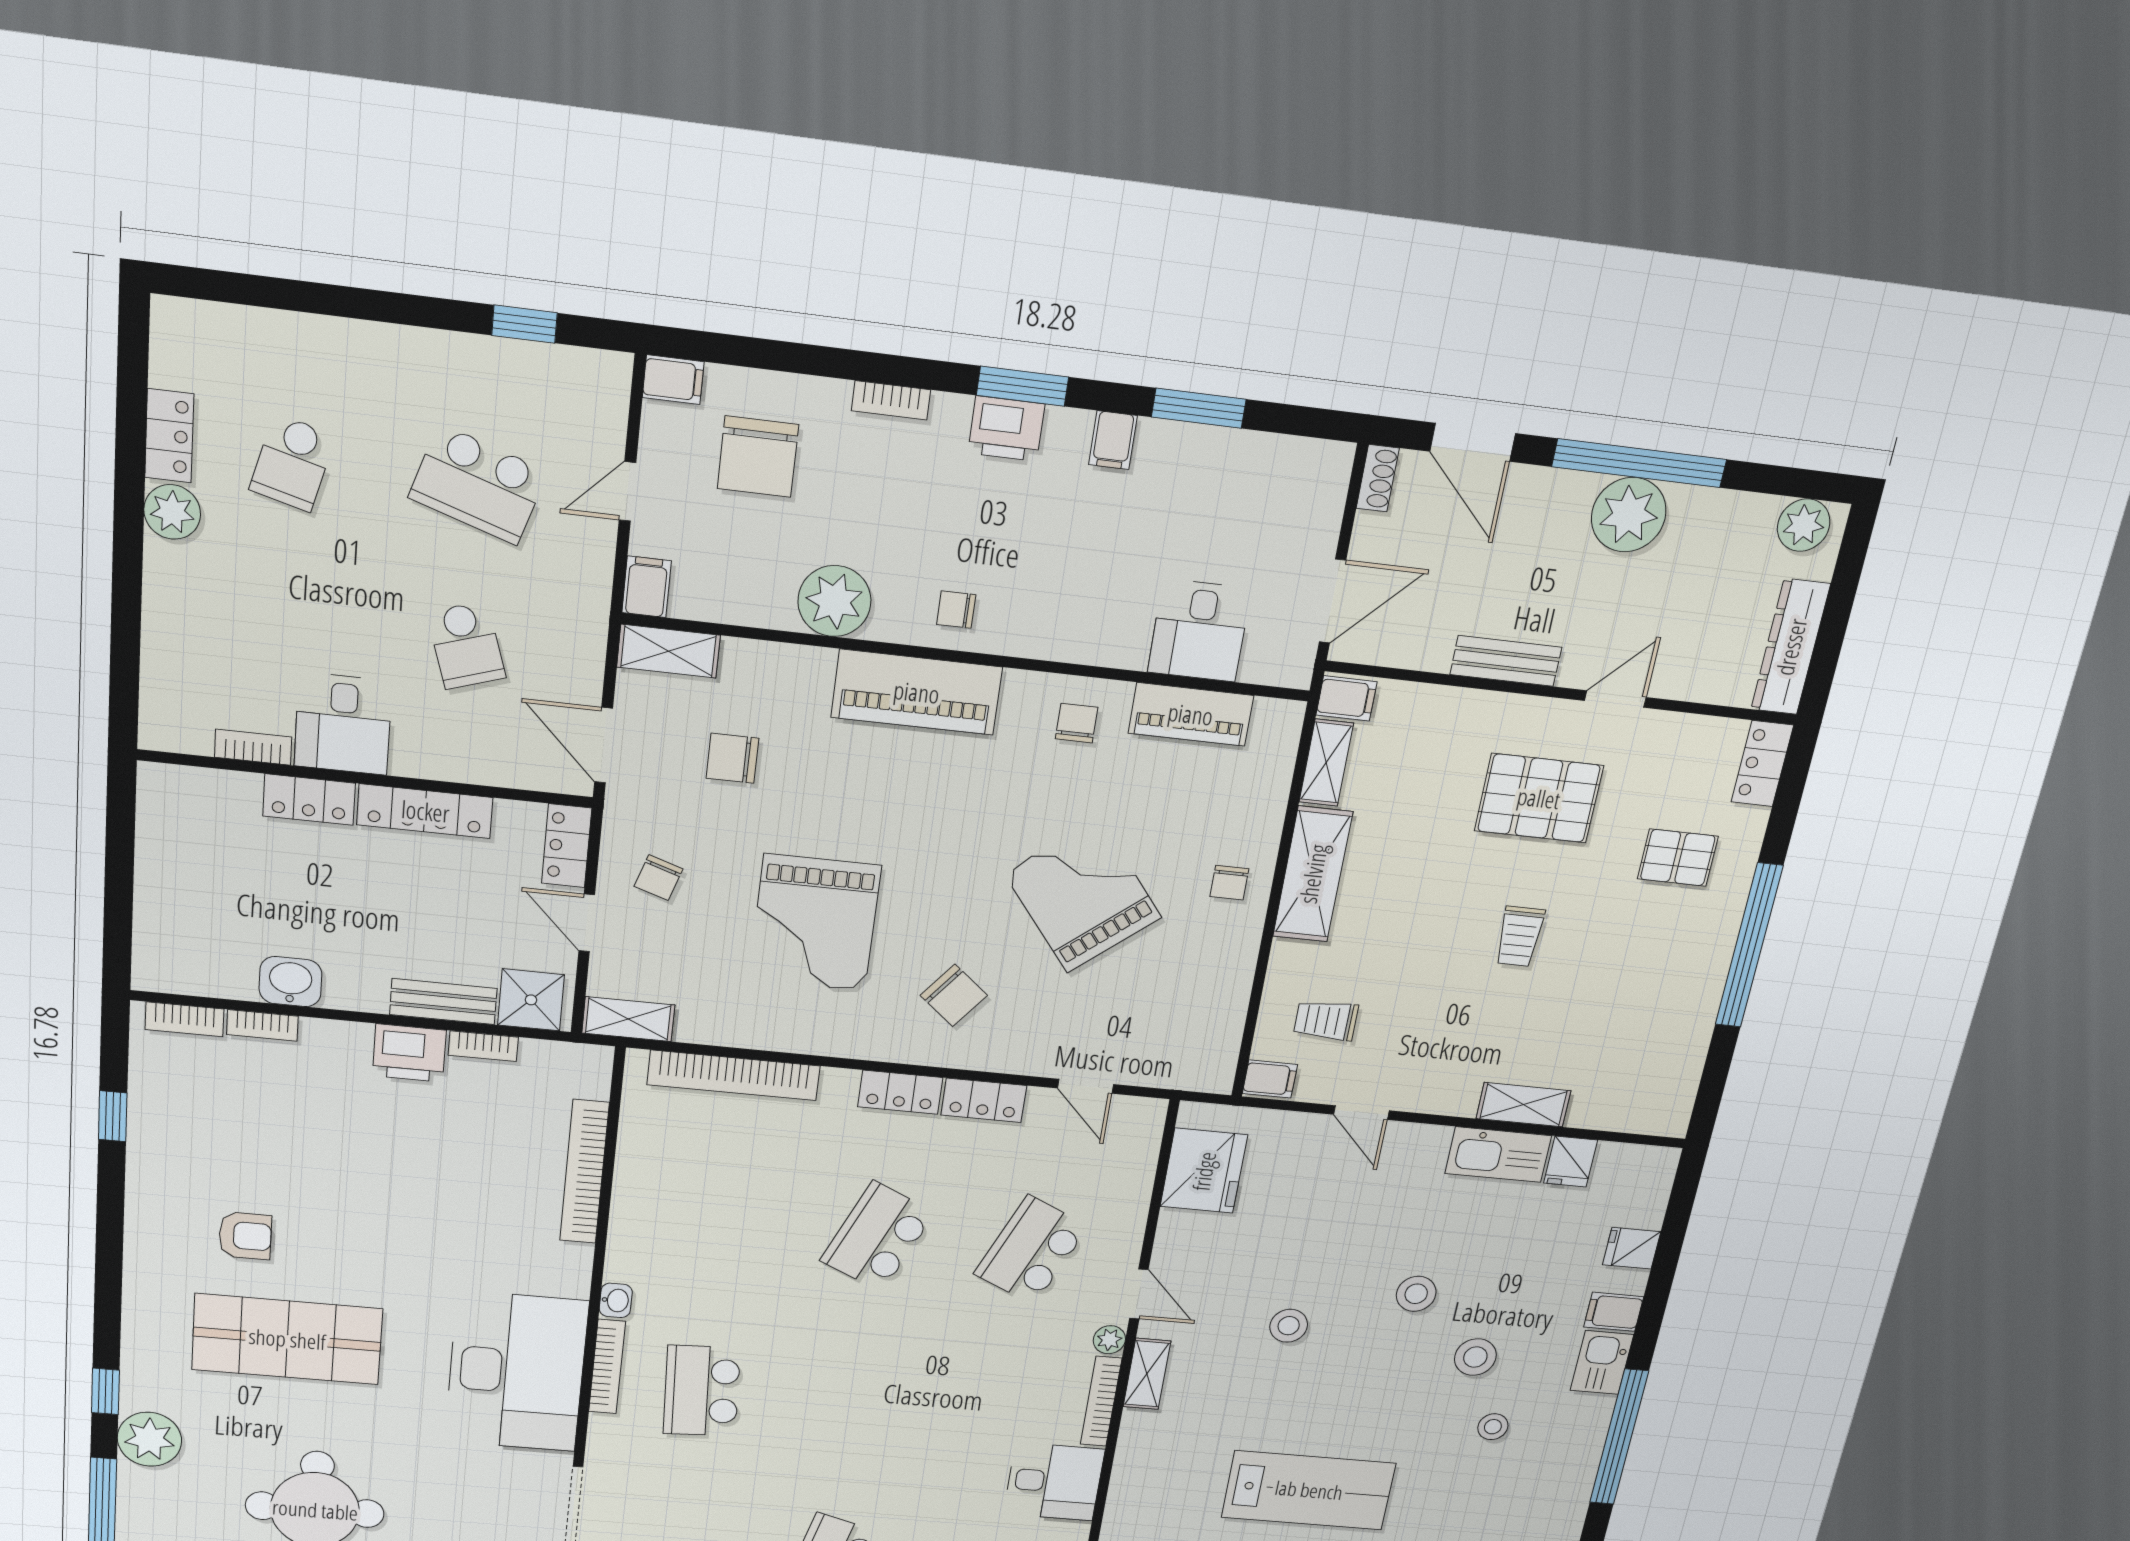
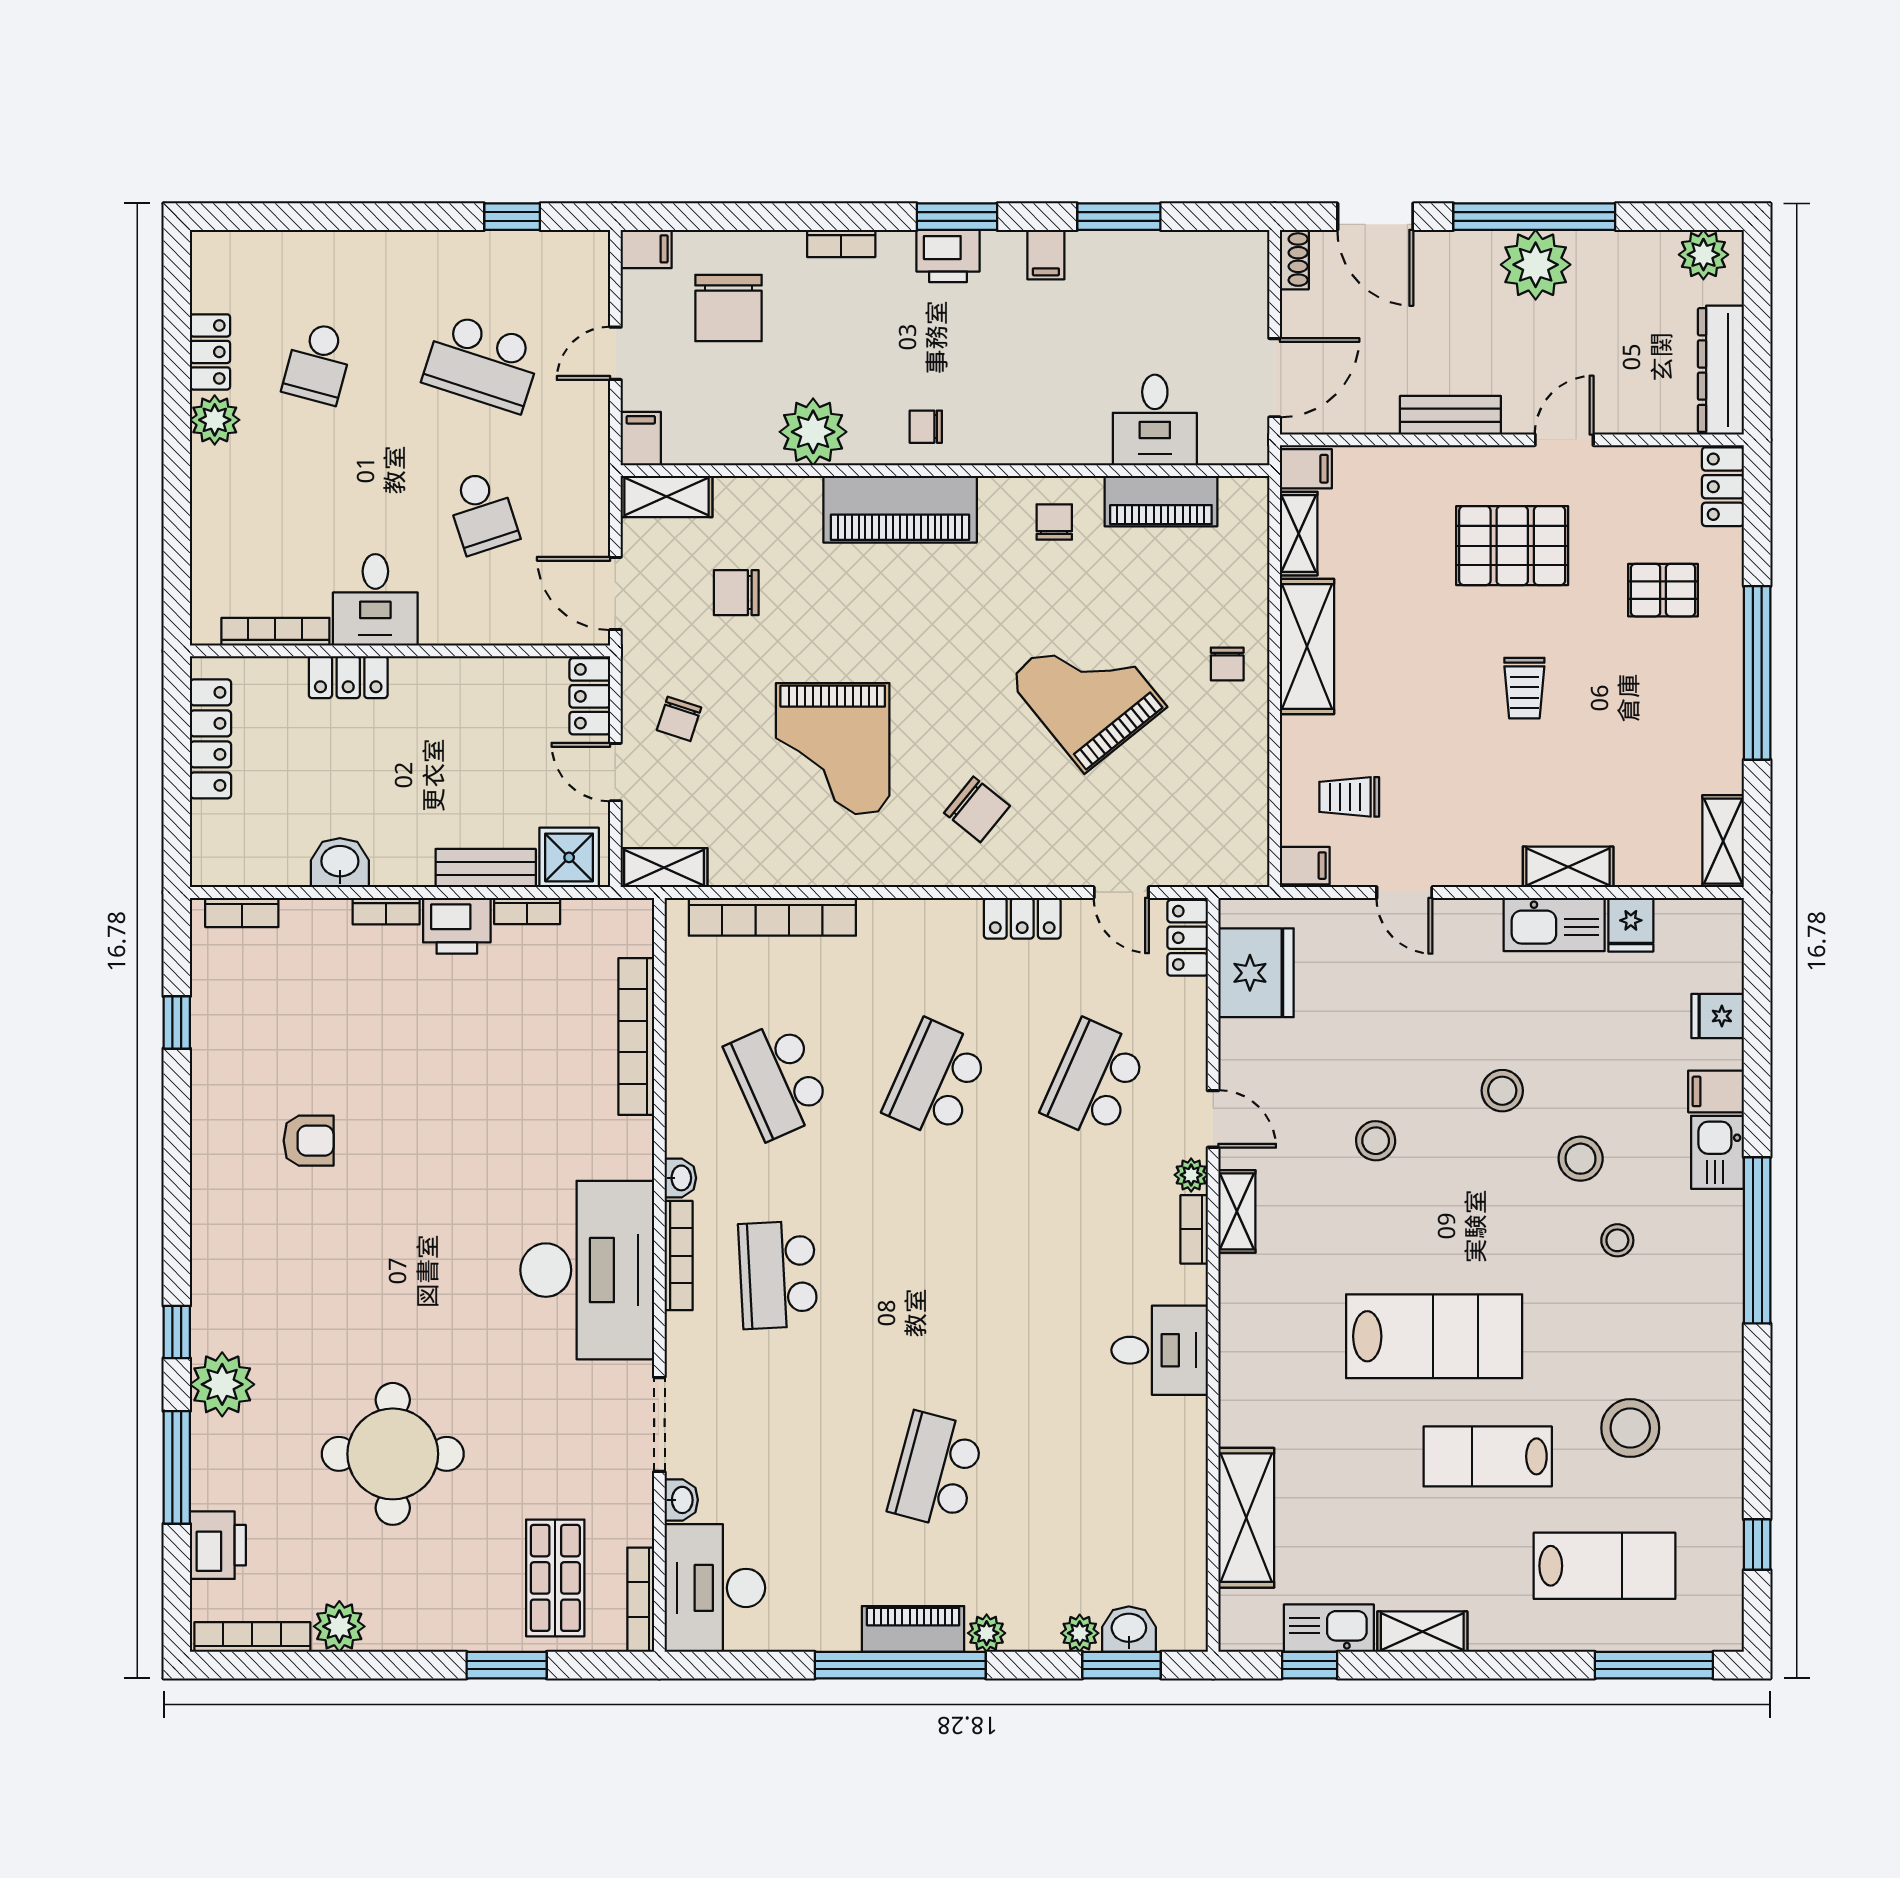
bookcase: (253, 747) -> (275, 632), width x1.56
locker: (425, 811) -> (211, 739), moved, turned -90
bookcase: (262, 1025) -> (386, 911), moved
locker: (900, 1092) -> (1188, 938), moved, turned 90
shelving: (1676, 1096) -> (1723, 841), added
school desk: (722, 1223) -> (778, 1080), added
shop shelf: (287, 1339) -> (355, 1254), removed
bookcase: (1101, 1401) -> (1194, 1229), width x0.64

